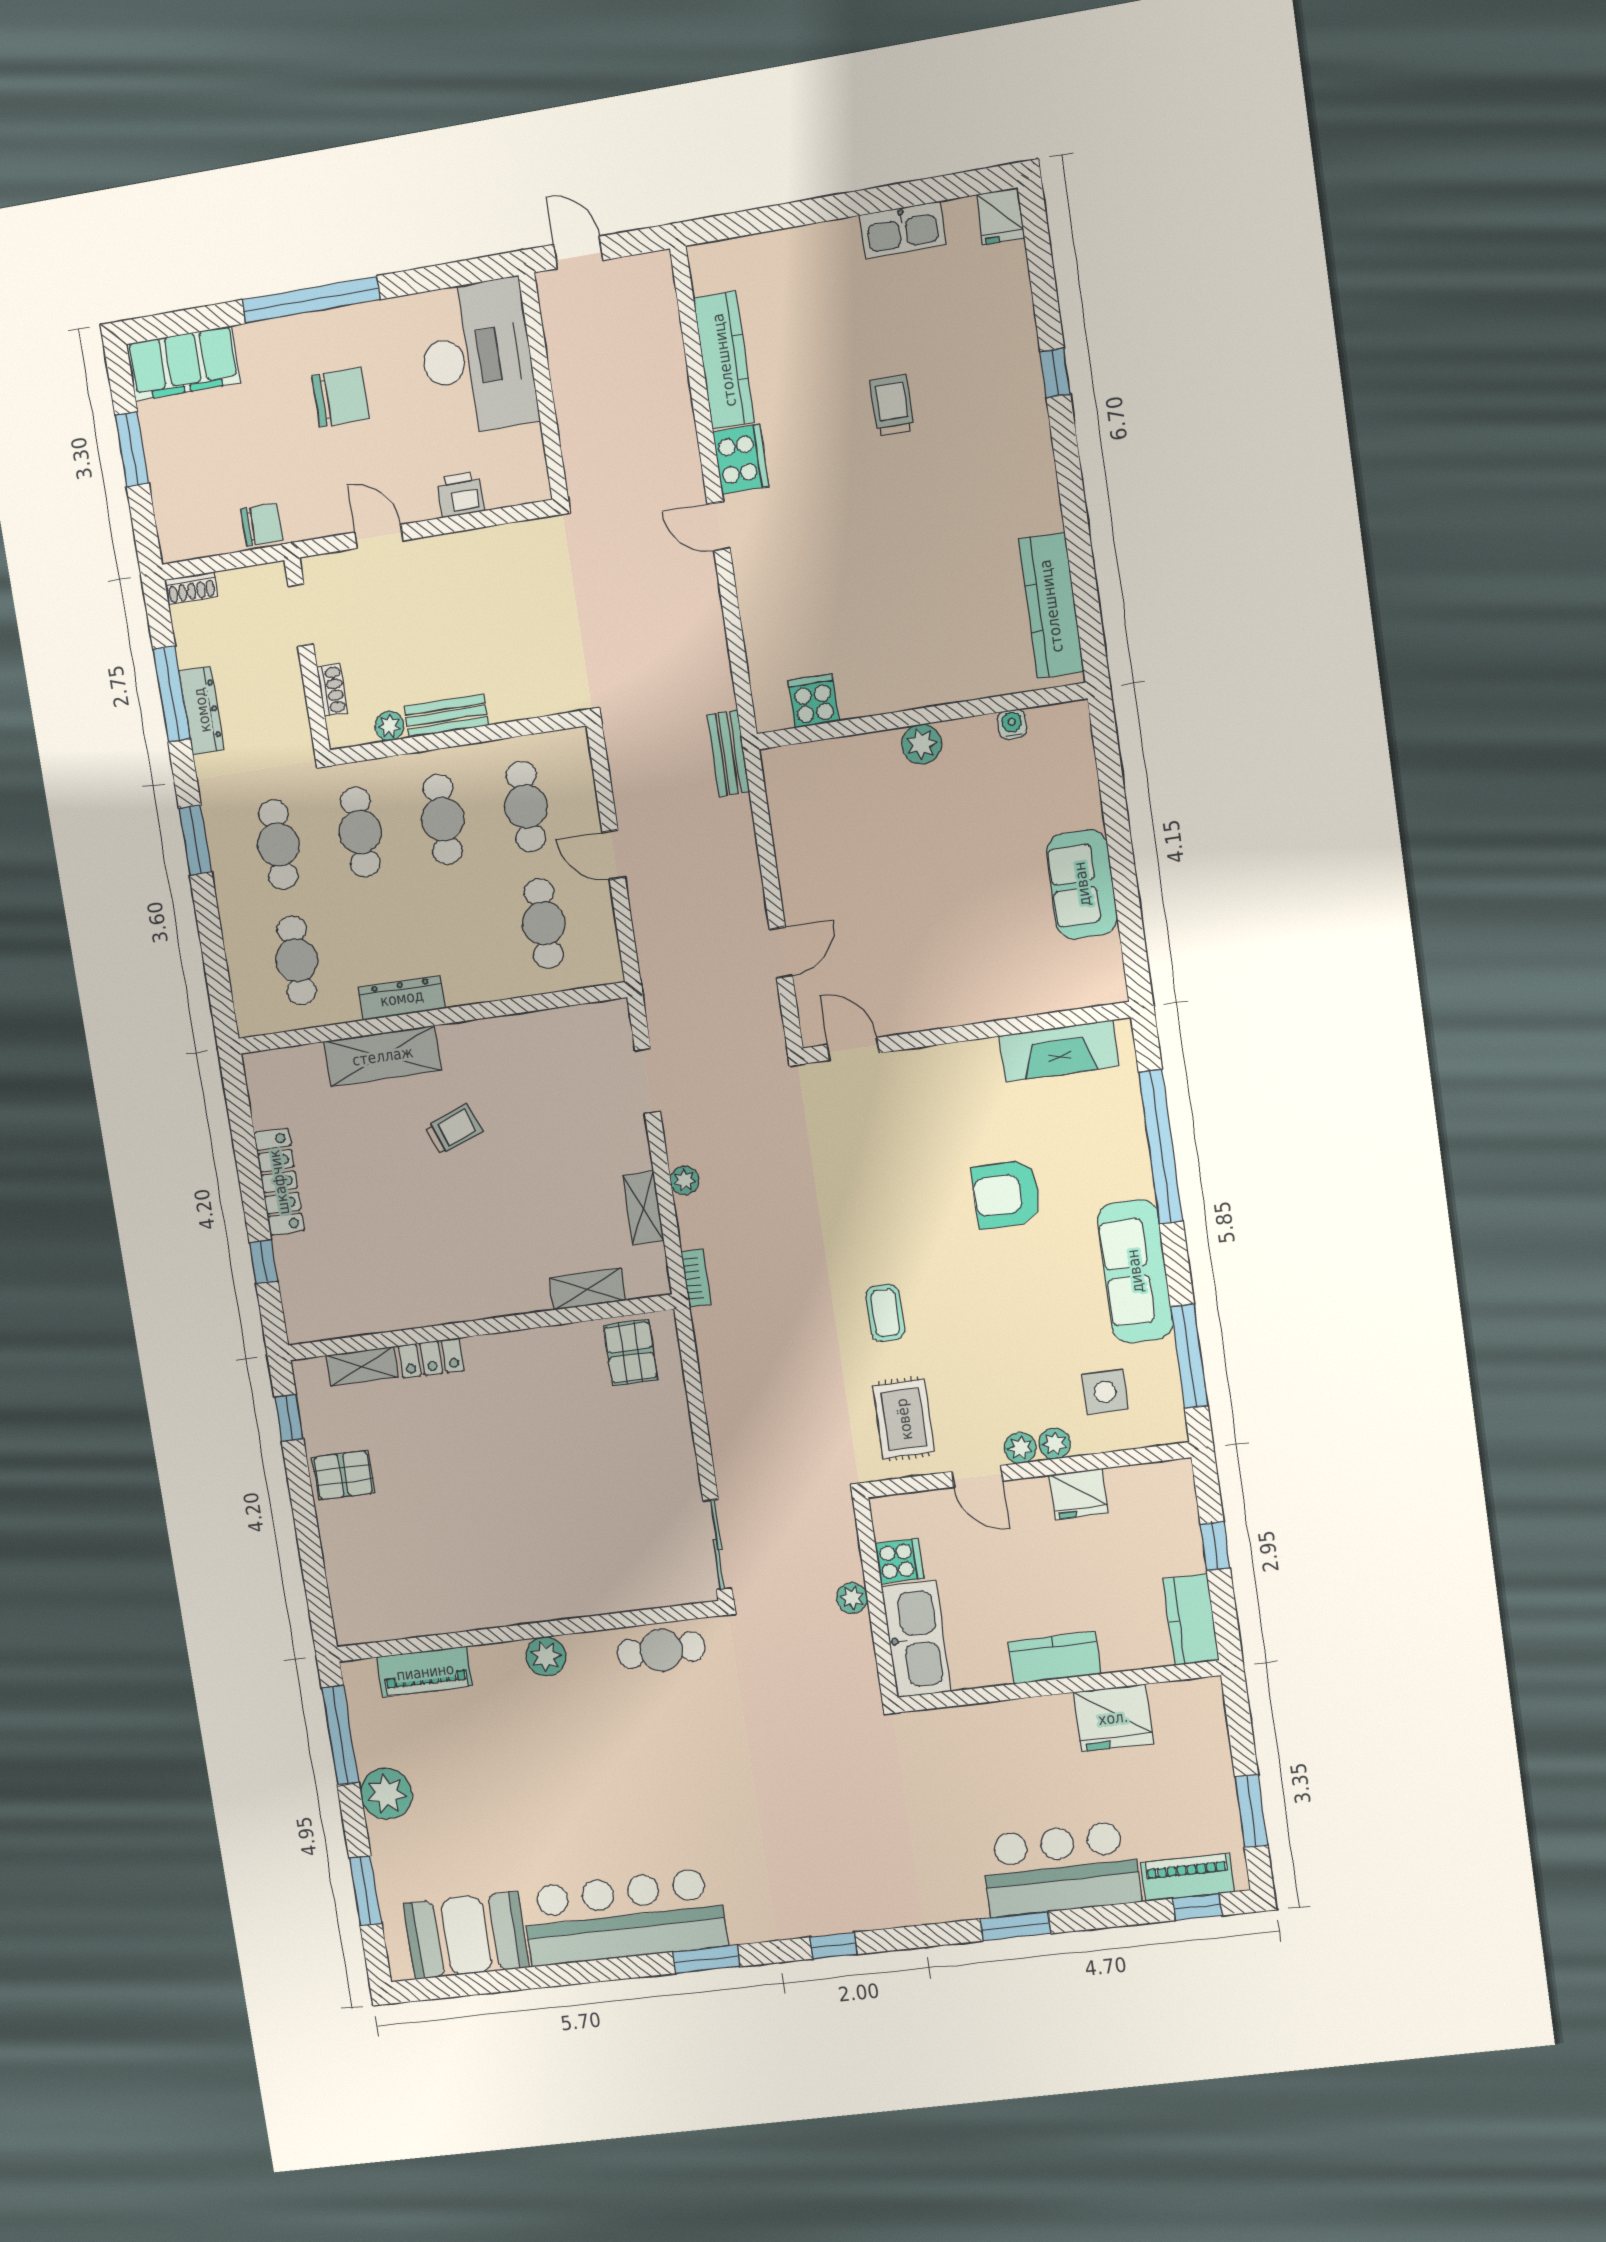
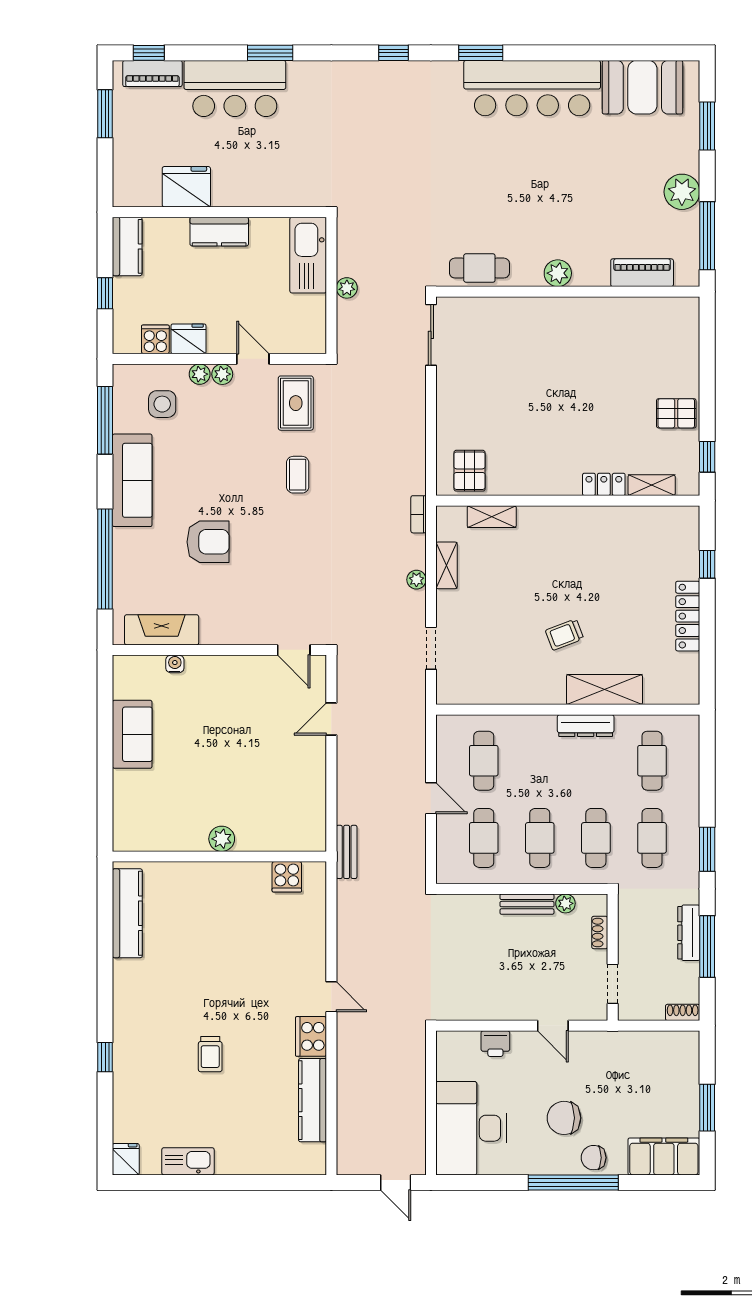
chair: (262, 525) -> (594, 1158), moved
water cooler: (1012, 724) -> (175, 664), moved, turned 180
cooker: (899, 1561) -> (155, 339), moved, turned 90

